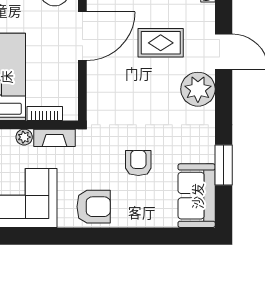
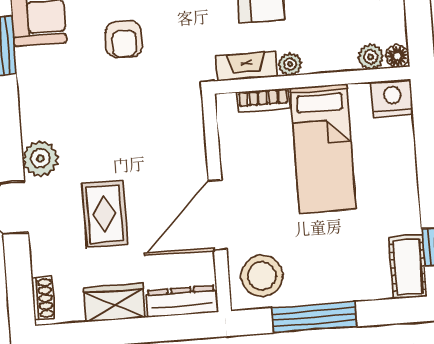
rug: (161, 43) -> (105, 214), turned 90
plant: (198, 89) -> (40, 158), width x0.73, depth x0.73

